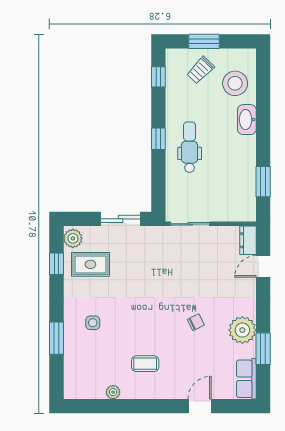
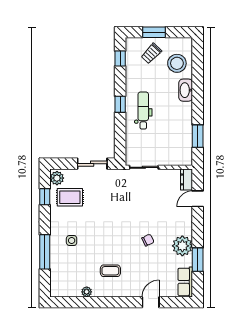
window: (56, 338) -> (45, 252), width x1.44

